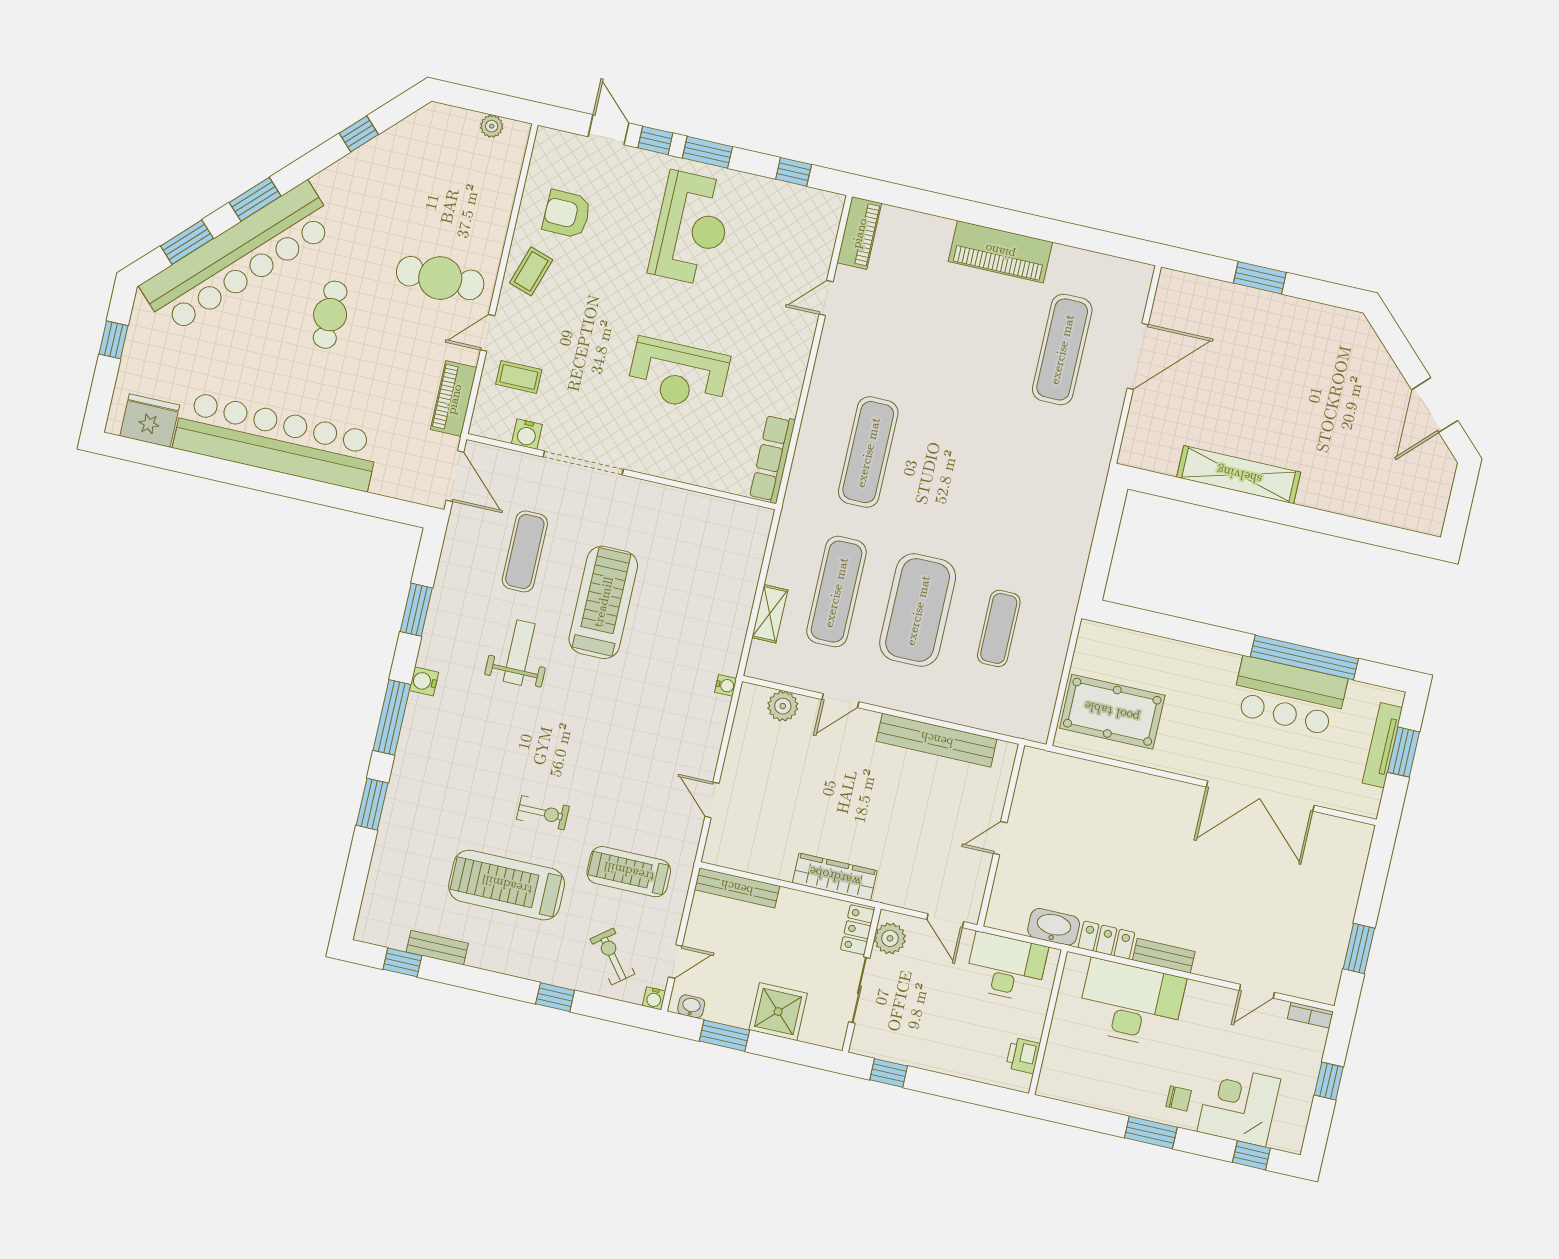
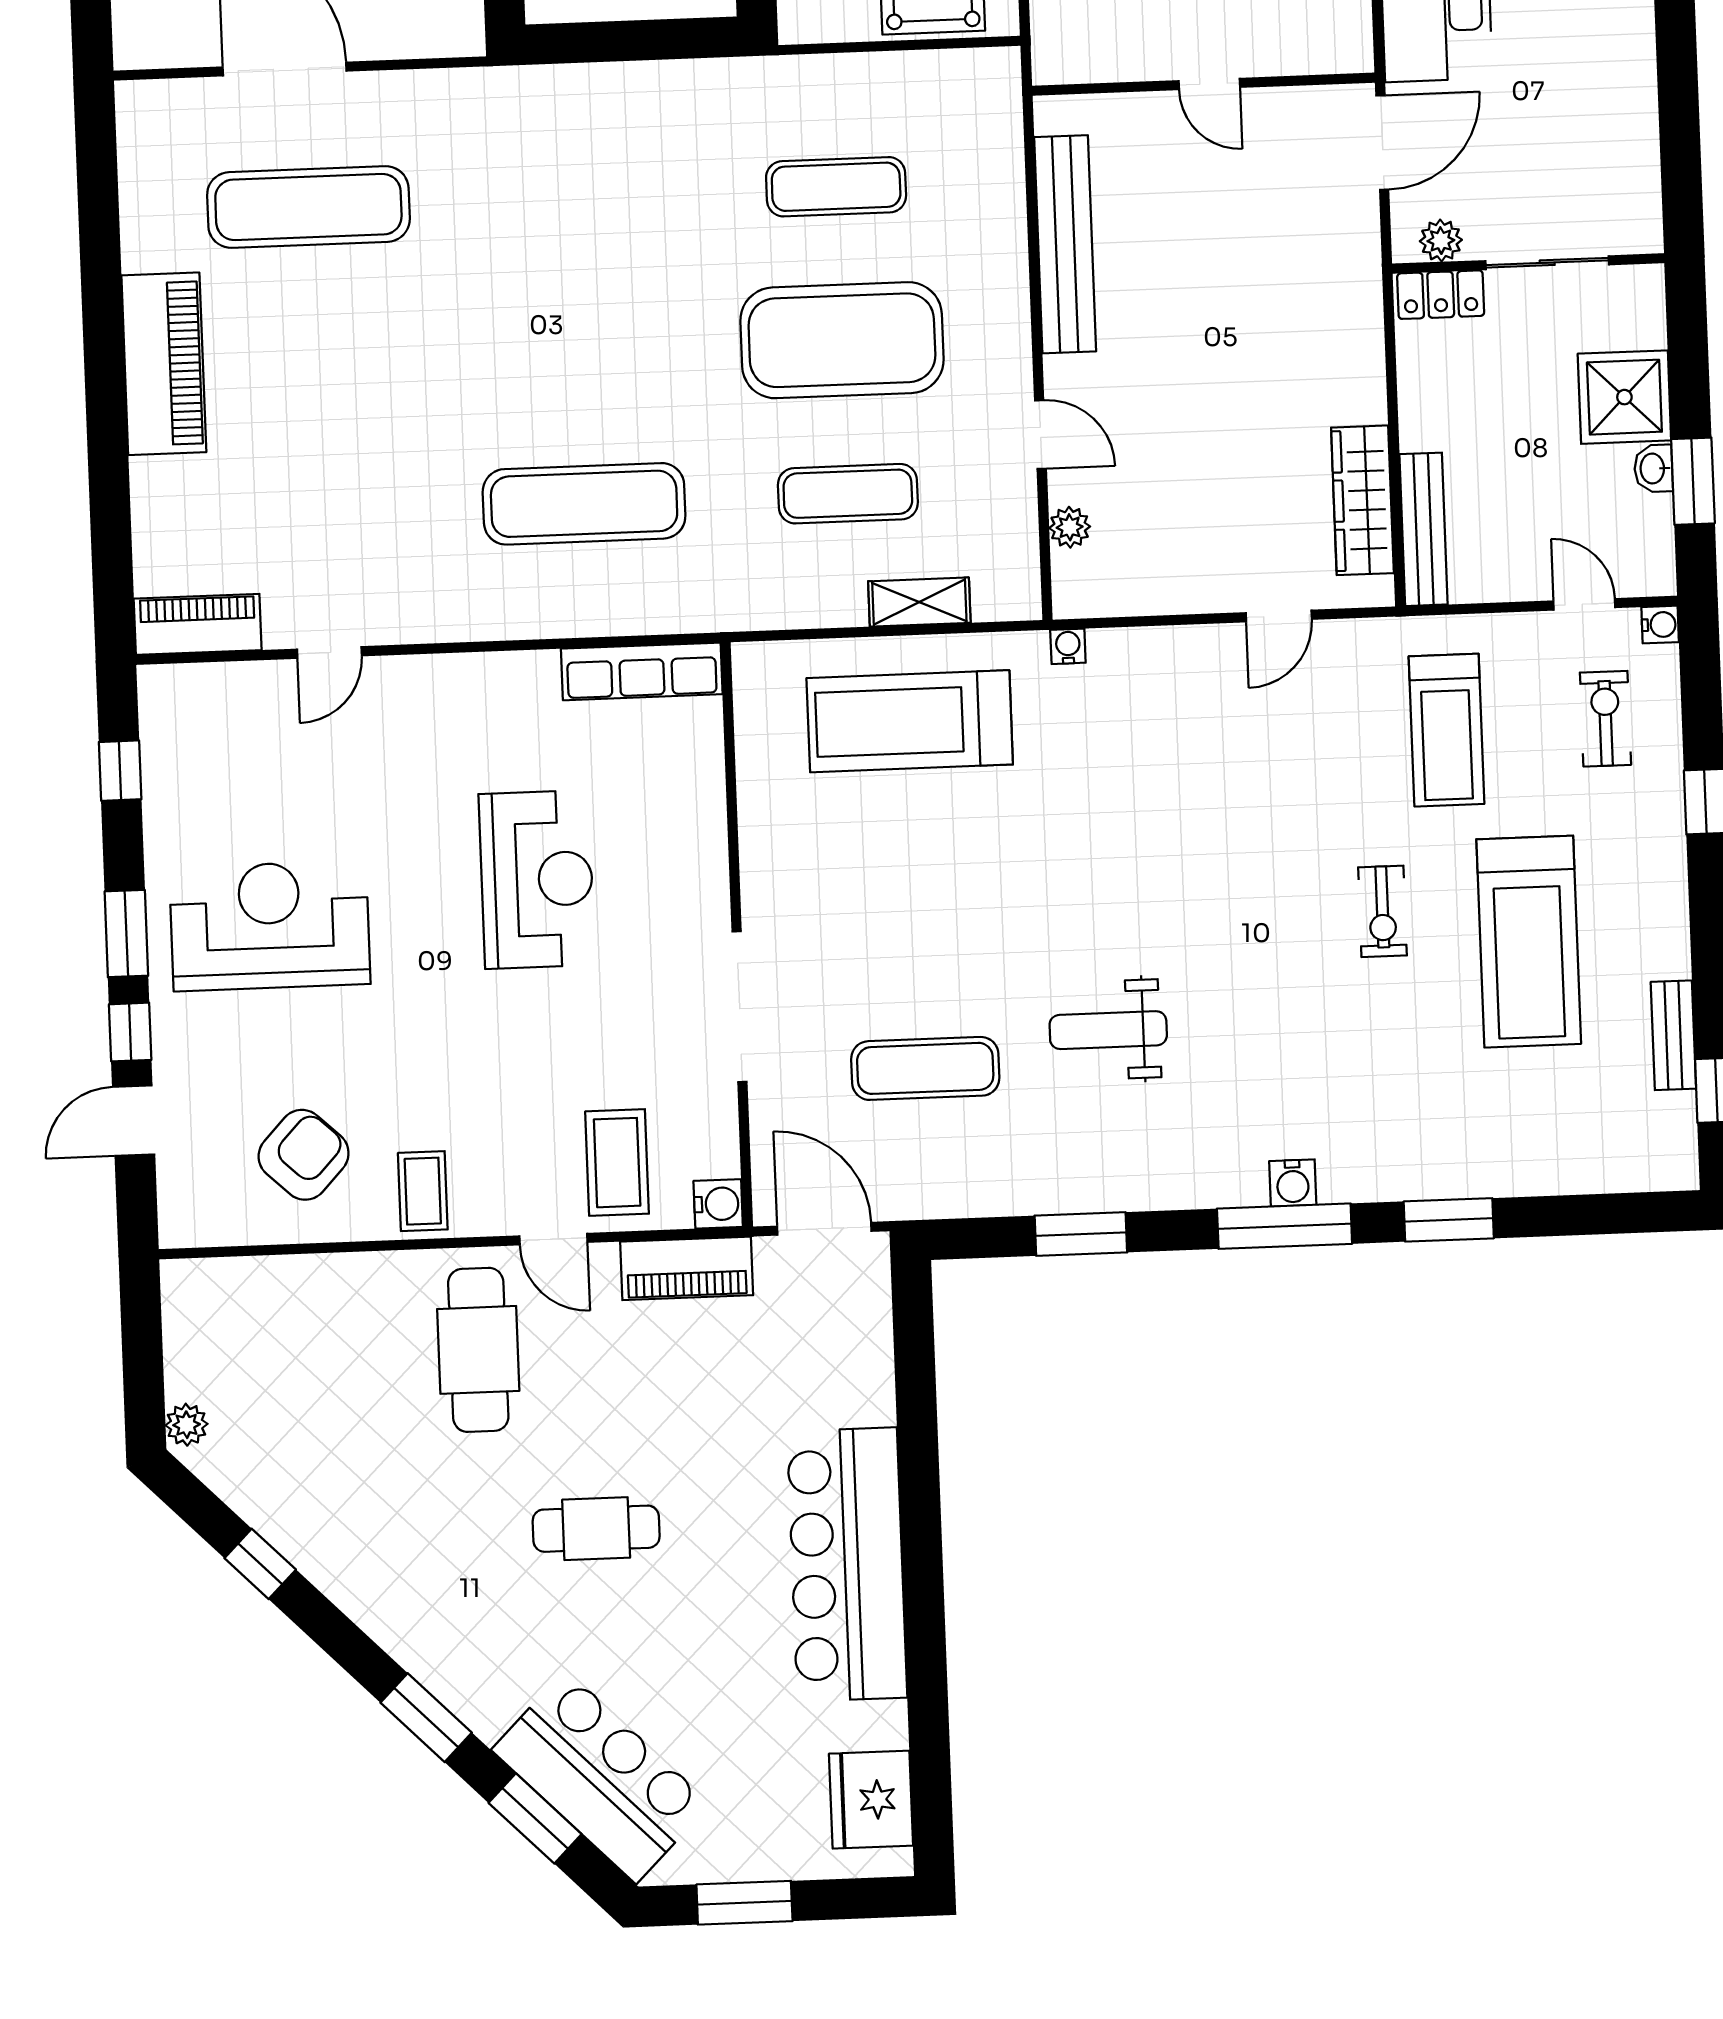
plant: (492, 126) -> (187, 1425), moved
armchair: (567, 214) -> (304, 1155), turned -138
bar counter: (239, 258) -> (601, 1777), width x0.54
coffee table: (531, 271) -> (423, 1191), turned 72
door: (826, 298) -> (329, 652), hinge flipped
window: (113, 340) -> (744, 1903), width x1.50
coffee table: (519, 377) -> (617, 1163), width x1.36, depth x1.30
water cooler: (527, 434) -> (718, 1204), moved
bar counter: (276, 441) -> (847, 1564), width x0.73
door: (455, 476) -> (824, 1229), hinge flipped
exercise mat: (836, 592) -> (848, 494), width x0.73, depth x0.69
treadmill: (603, 602) -> (910, 721), moved
water cooler: (424, 681) -> (1293, 1183), moved
plant: (783, 706) -> (1070, 527), width x0.73, depth x0.73
exercise bike: (543, 813) -> (1382, 911), turned 180
wardrobe: (835, 877) -> (1362, 500), moved
door: (945, 921) -> (1382, 143), width x1.38
plant: (890, 938) -> (1441, 241), width x0.73, depth x0.73
exercise bike: (612, 957) -> (1605, 719), turned 128
washbasin: (691, 1006) -> (1653, 468), moved
window: (889, 1073) -> (1681, 171), removed

